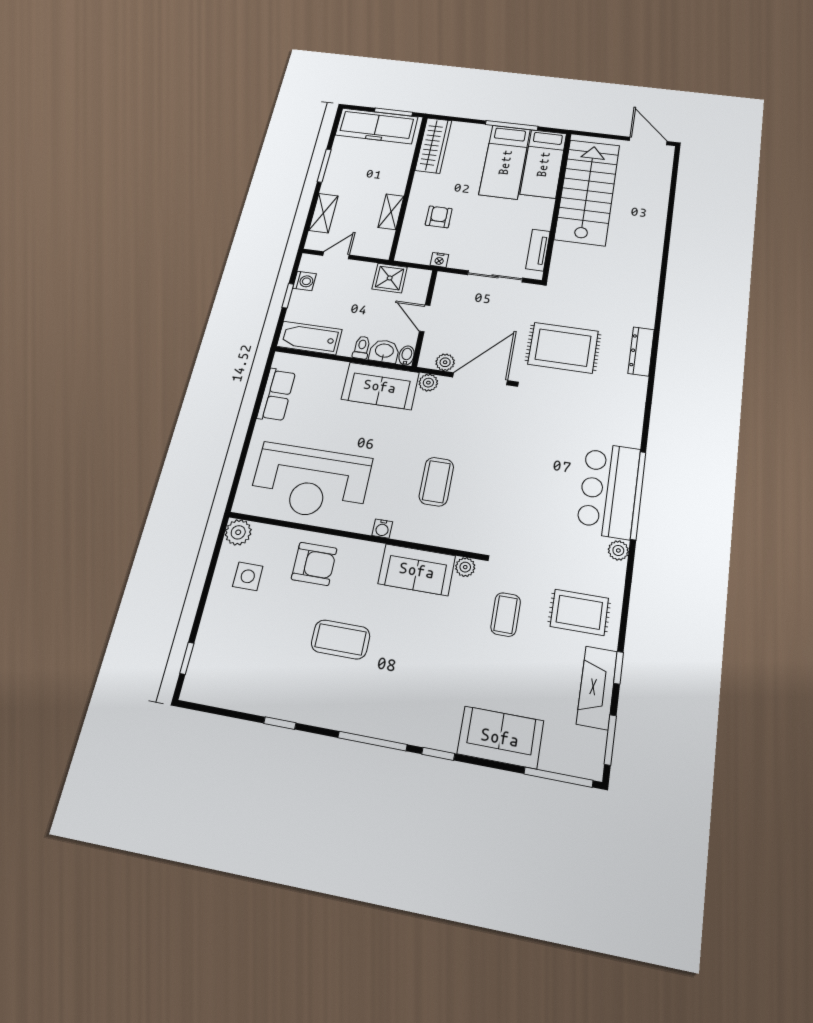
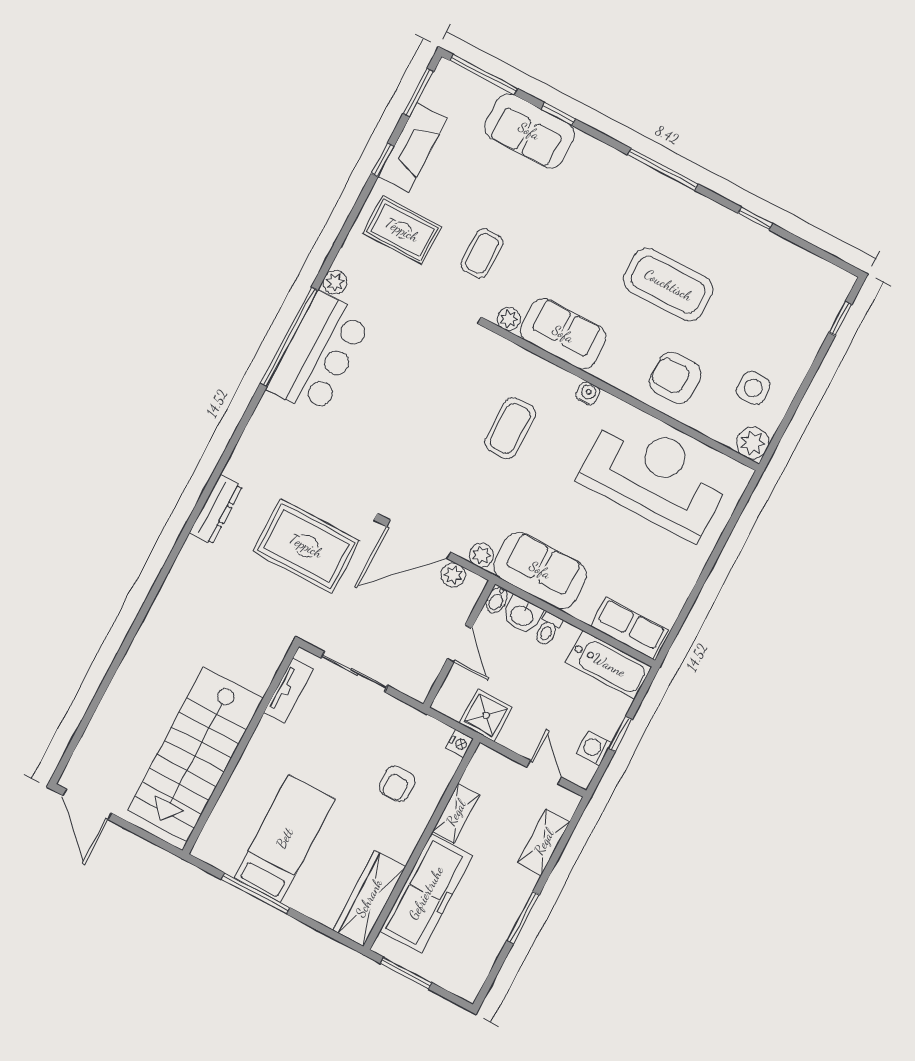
freezer: (377, 126) -> (426, 893), moved, turned 90
bed: (543, 164) -> (236, 818), removed
door: (336, 255) -> (544, 772), swing flipped
nightstand: (439, 260) -> (460, 743), moved, turned 90
row of seats: (276, 395) -> (629, 628), moved, turned 90
coffee table: (341, 639) -> (668, 285), width x1.36, depth x1.32
window: (438, 754) -> (558, 114), moved

